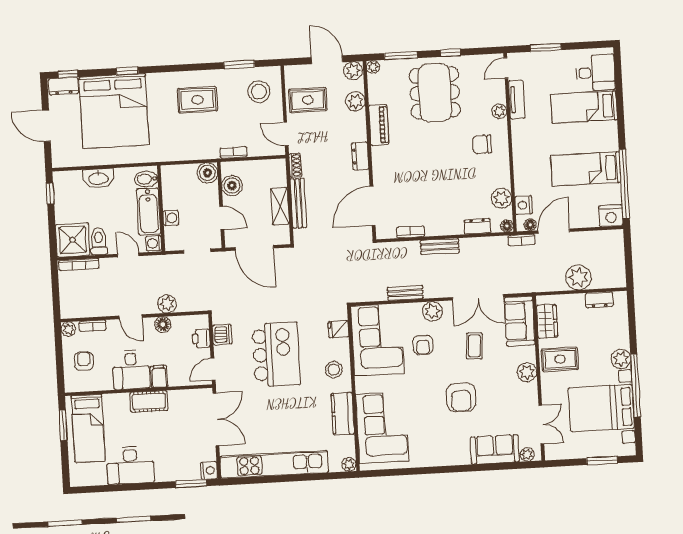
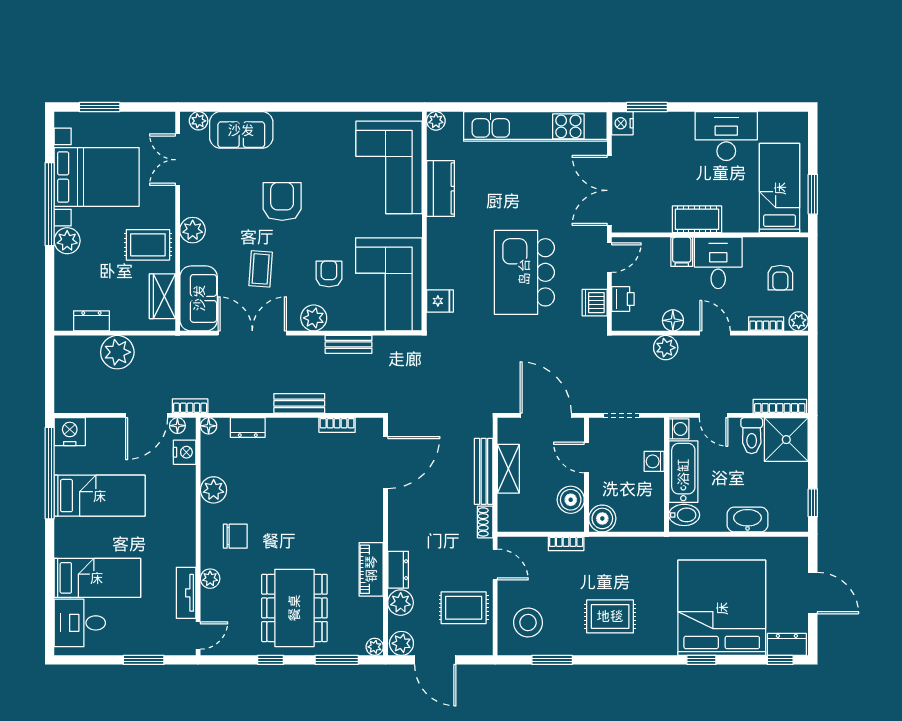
dresser: (360, 156) -> (398, 570), moved
plant: (502, 198) -> (214, 490), moved
stool: (334, 370) -> (449, 248), removed

